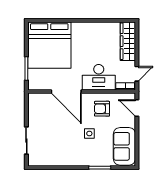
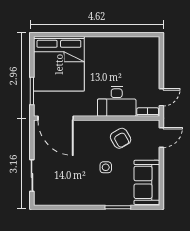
wardrobe: (128, 41) -> (151, 59), removed
door: (66, 91) -> (56, 118), moved
door: (137, 108) -> (161, 137), swing flipped
armchair: (102, 109) -> (121, 138), turned -120

